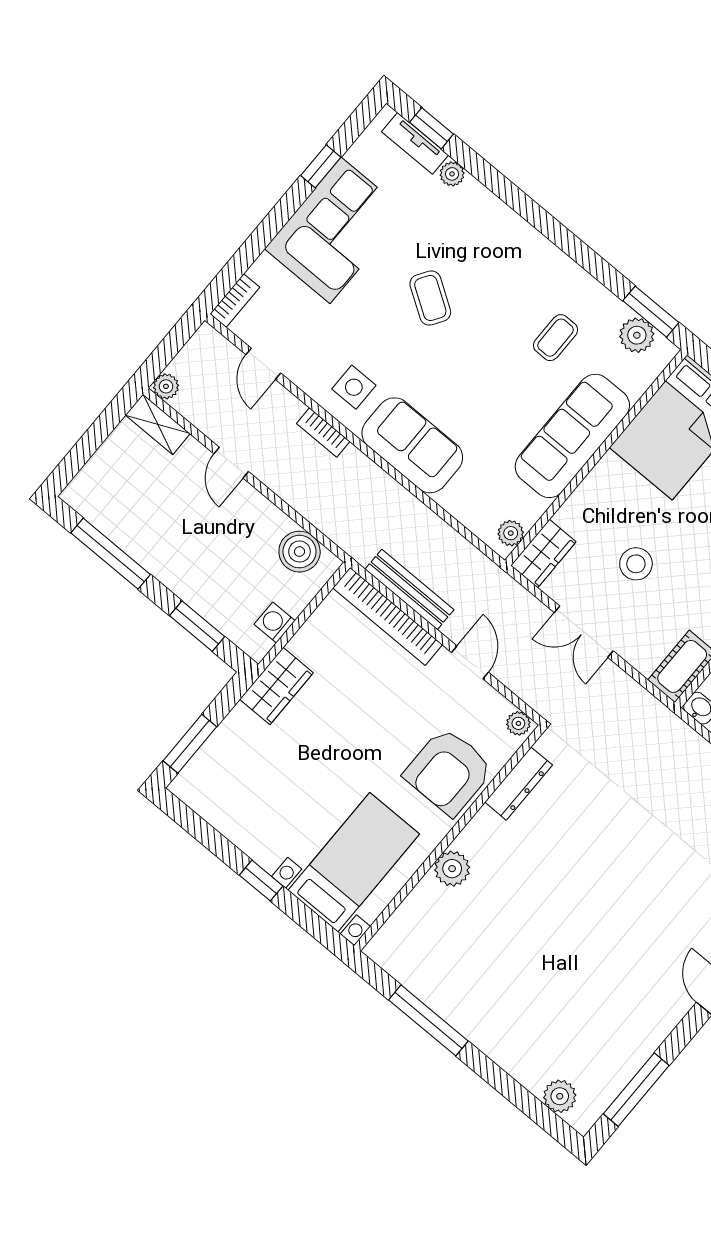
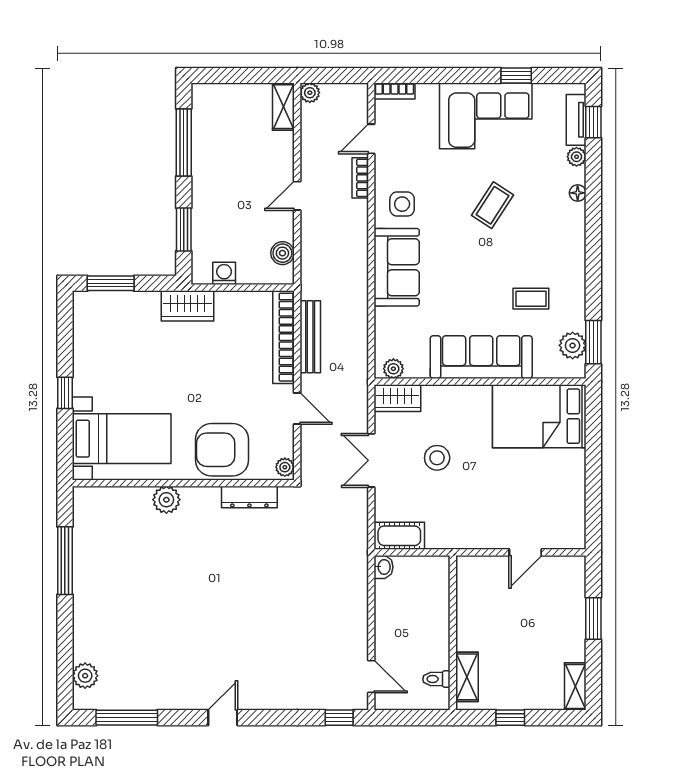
floor lamp: (489, 203) -> (578, 193), added
bookcase: (323, 433) -> (360, 178), moved
door: (231, 463) -> (297, 196), moved
boiler: (300, 552) -> (282, 253), width x0.73, depth x0.73
door: (470, 662) -> (297, 408), hinge flipped

